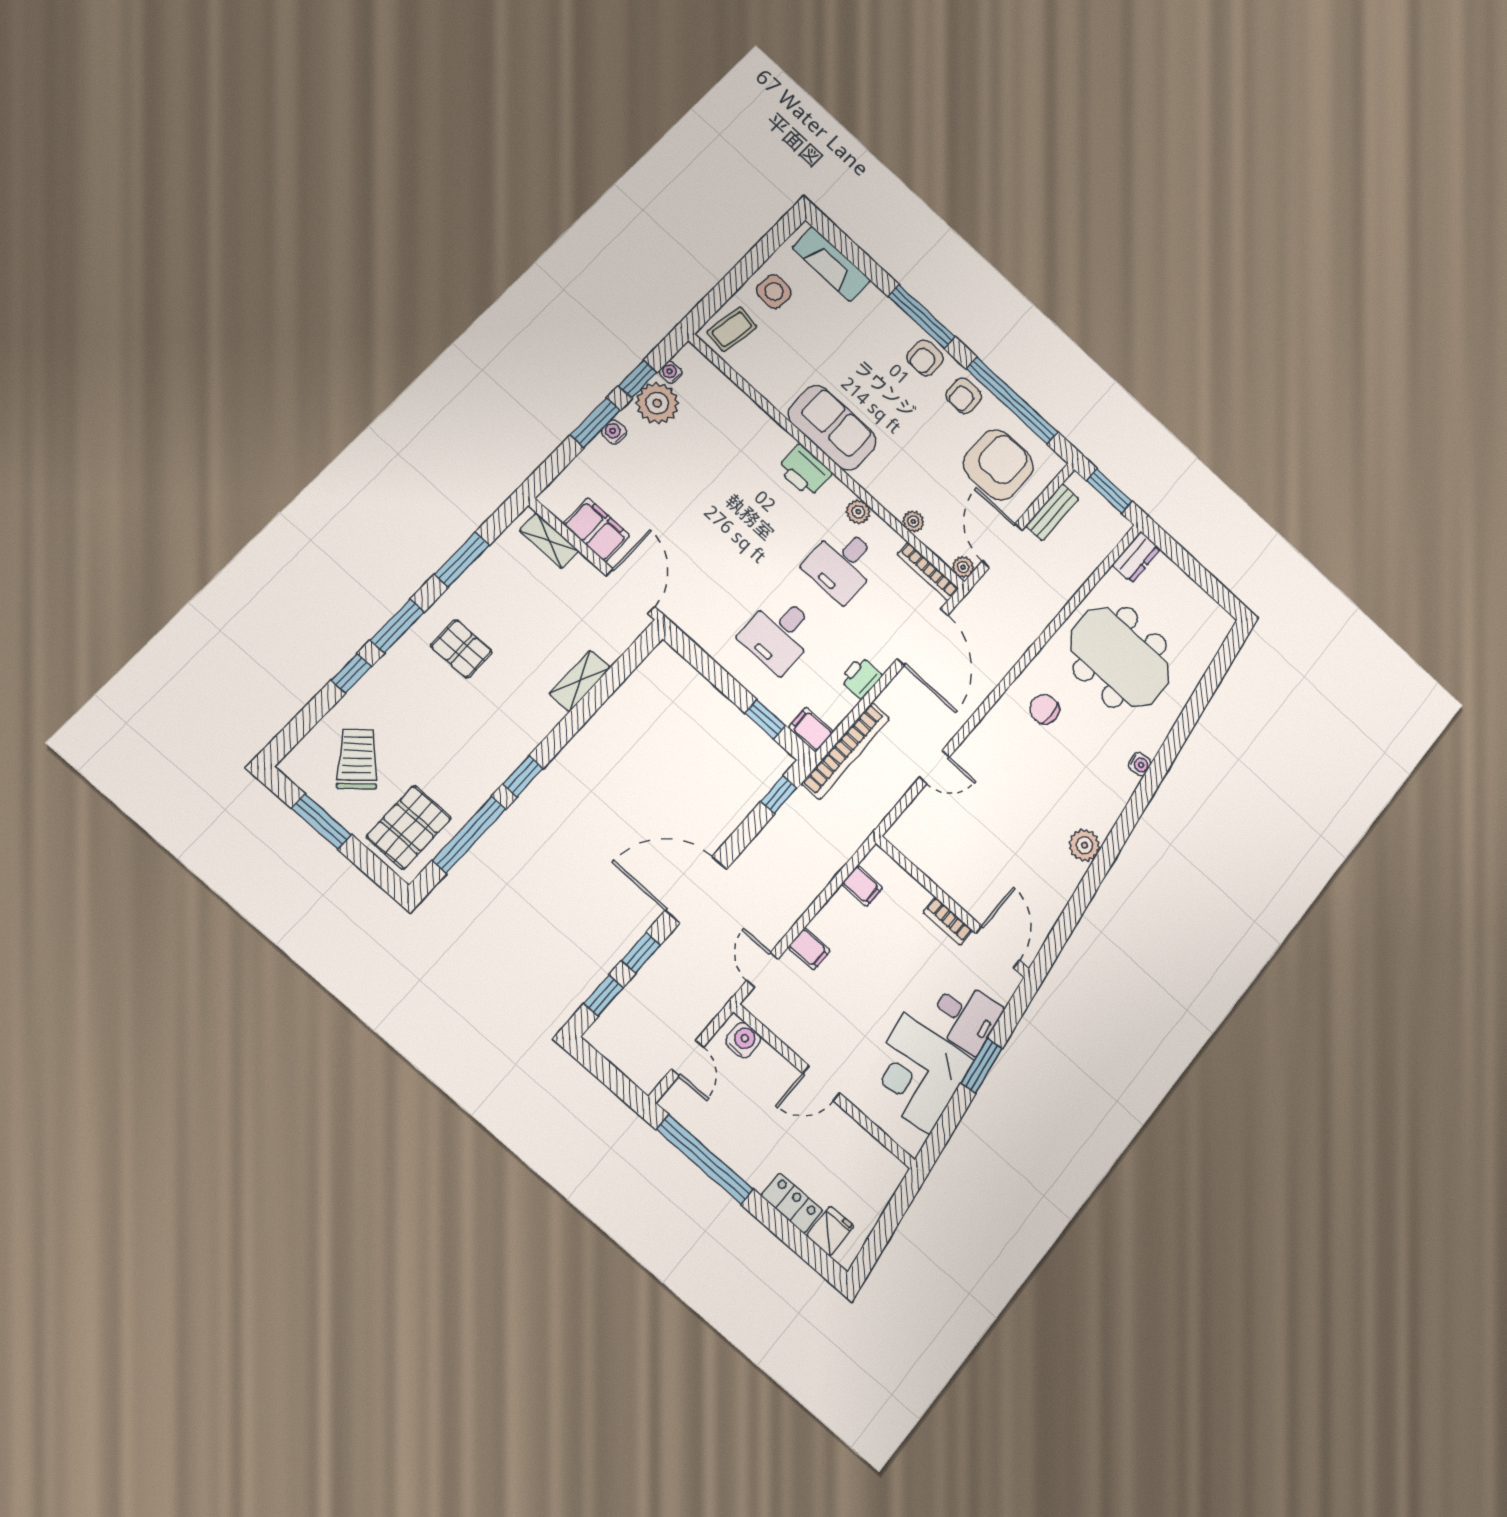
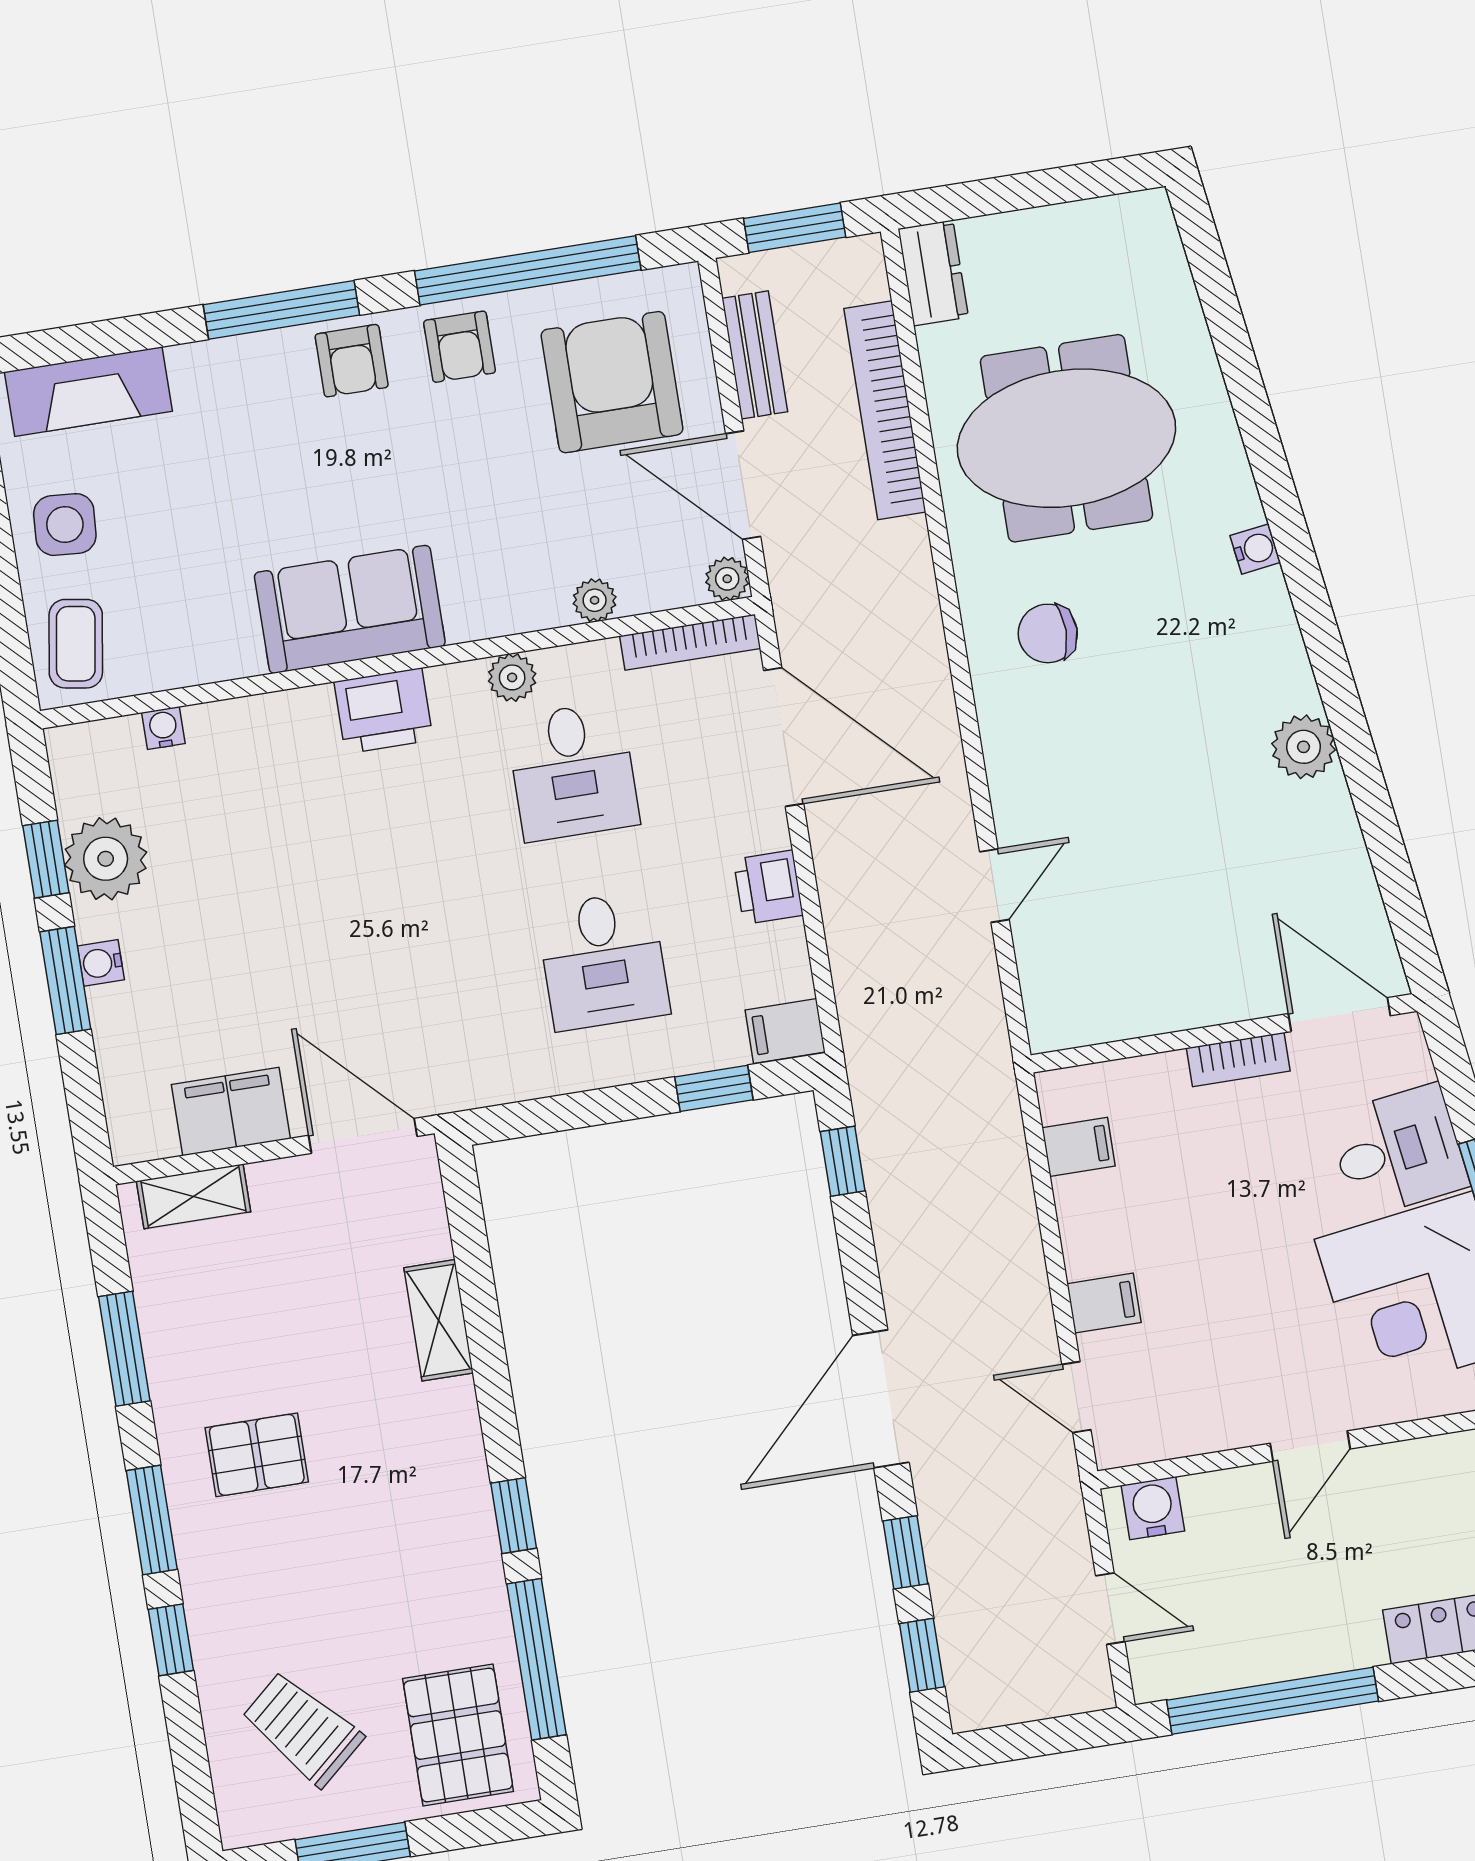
water cooler: (671, 372) -> (163, 728), moved, turned 90
bookcase: (846, 751) -> (885, 410), moved, turned 180

